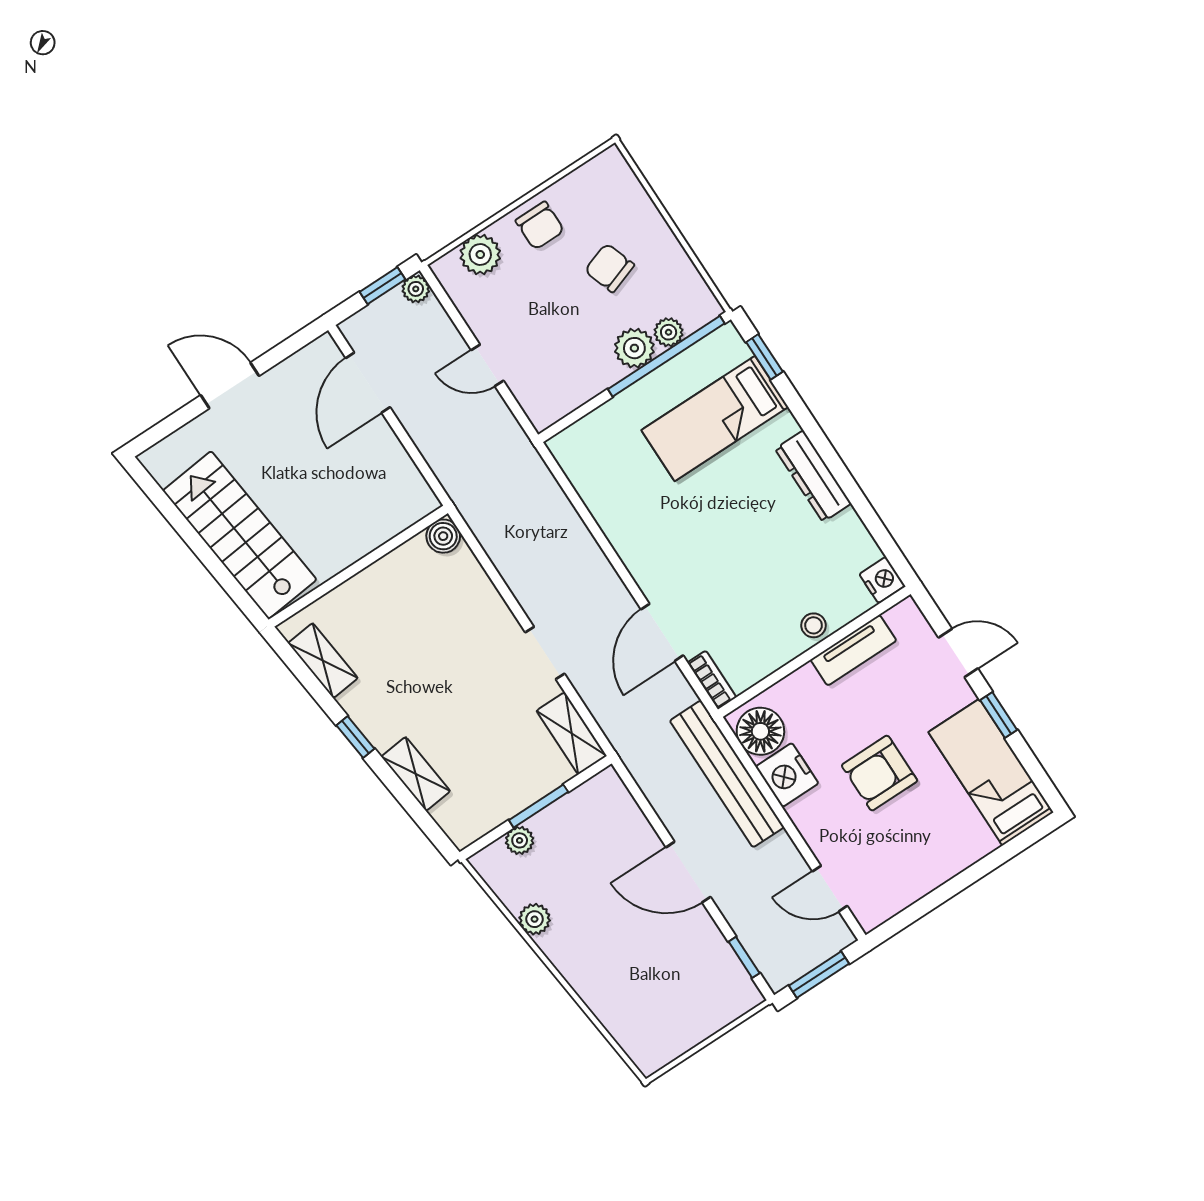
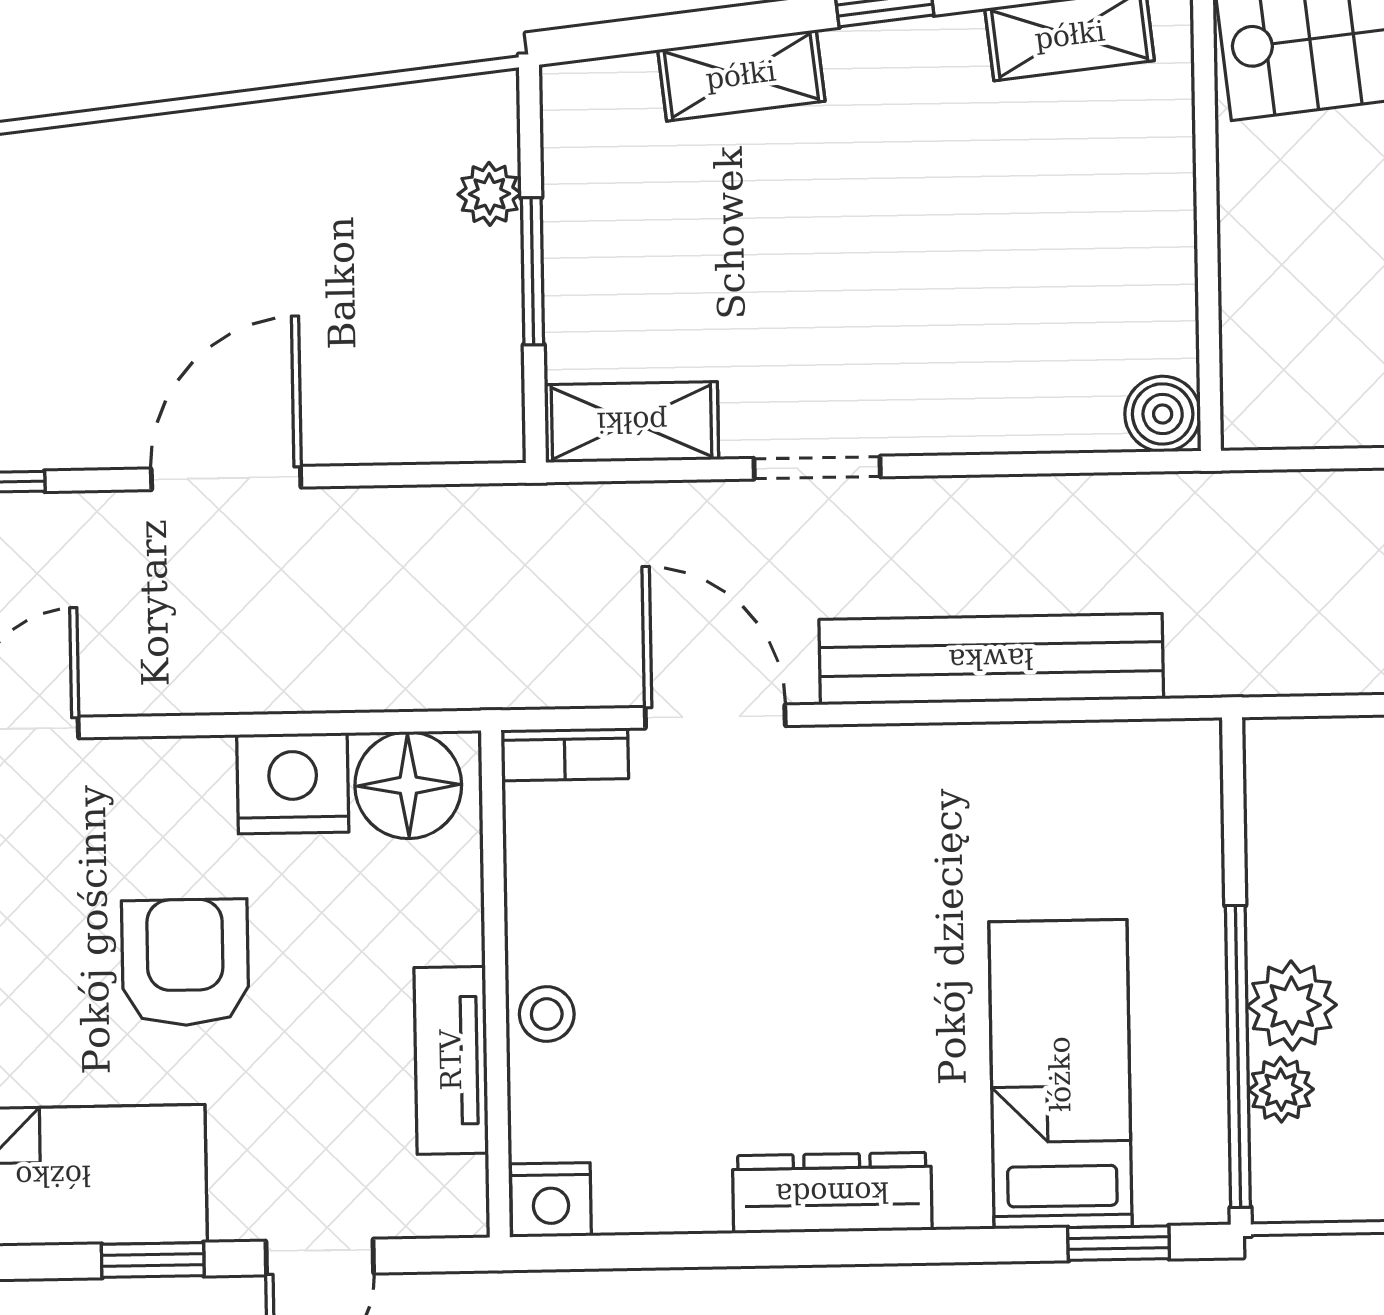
bench: (727, 774) -> (991, 659), moved
plant: (535, 919) -> (321, 128), removed

